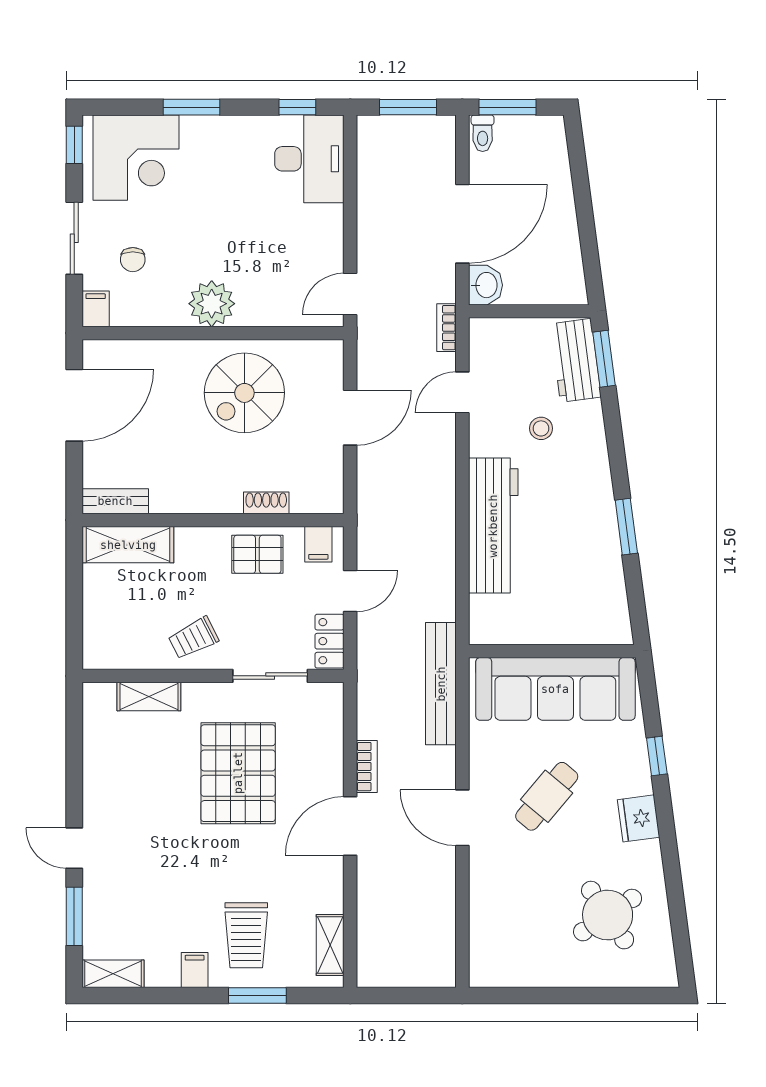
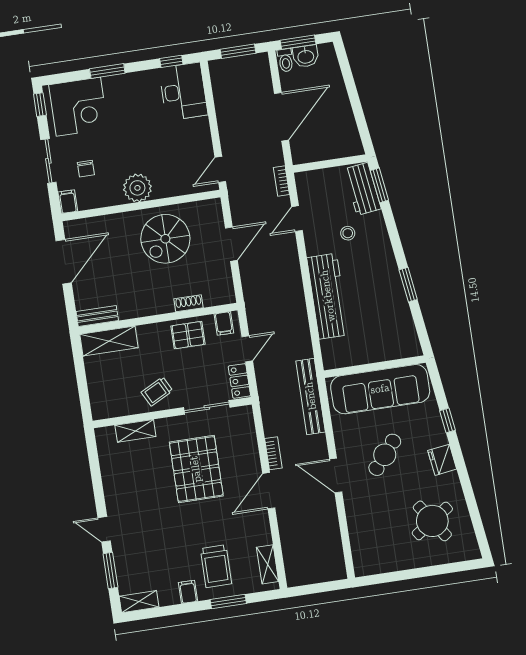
washbasin: (485, 285) -> (306, 56), moved, turned 90

